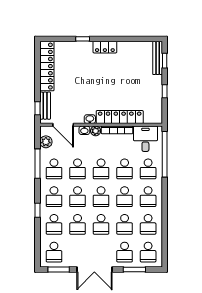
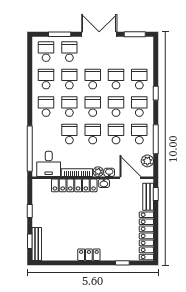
window: (83, 39) -> (122, 263), moved
school desk: (148, 169) -> (46, 134), removed
school desk: (54, 252) -> (139, 52), removed

